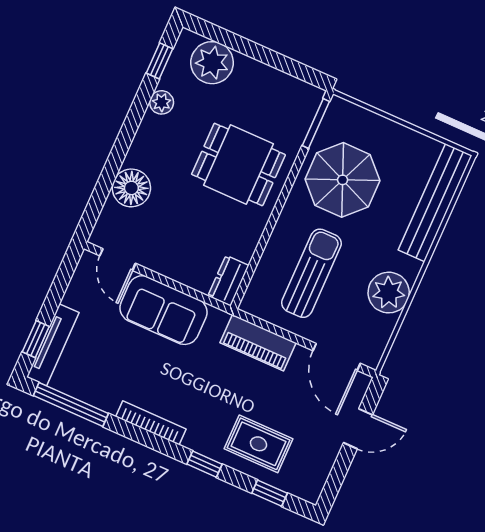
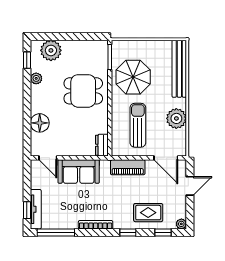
plant: (311, 492) -> (181, 224), added

